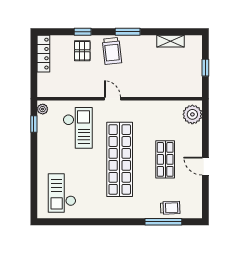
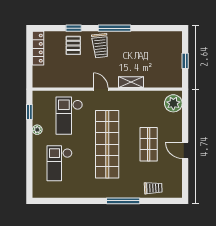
window: (128, 32) -> (115, 28), width x1.44
shelving: (171, 41) -> (131, 82), moved
plant: (43, 109) -> (37, 130), moved
checkout: (78, 128) -> (69, 116), turned 180
checkout: (62, 193) -> (59, 163), moved
window: (163, 222) -> (123, 201), moved

